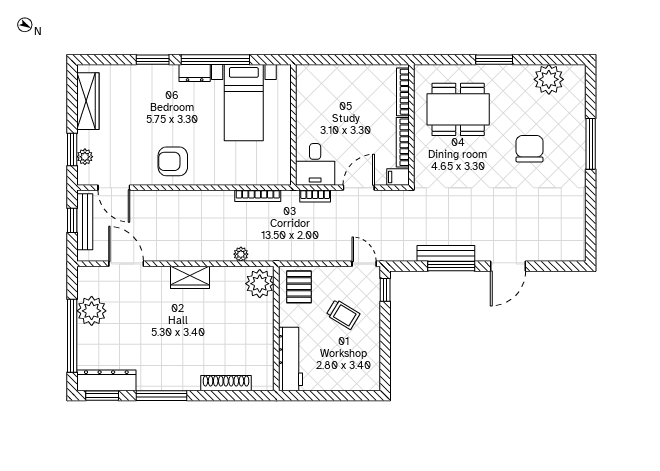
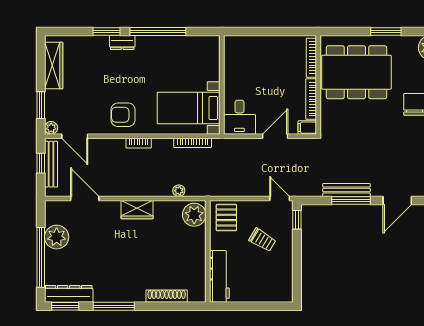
dresser: (195, 73) -> (122, 42), moved
bed with nightstands: (244, 103) -> (189, 108), moved, turned 90
dining table: (458, 109) -> (356, 72), width x1.36, depth x1.24
plant: (85, 157) -> (51, 128), moved
bookcase: (315, 196) -> (139, 143), moved

